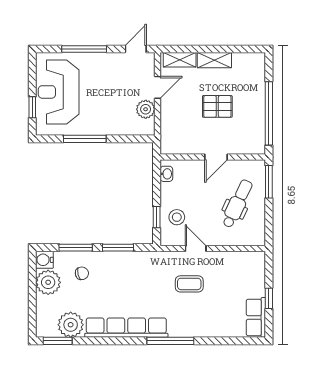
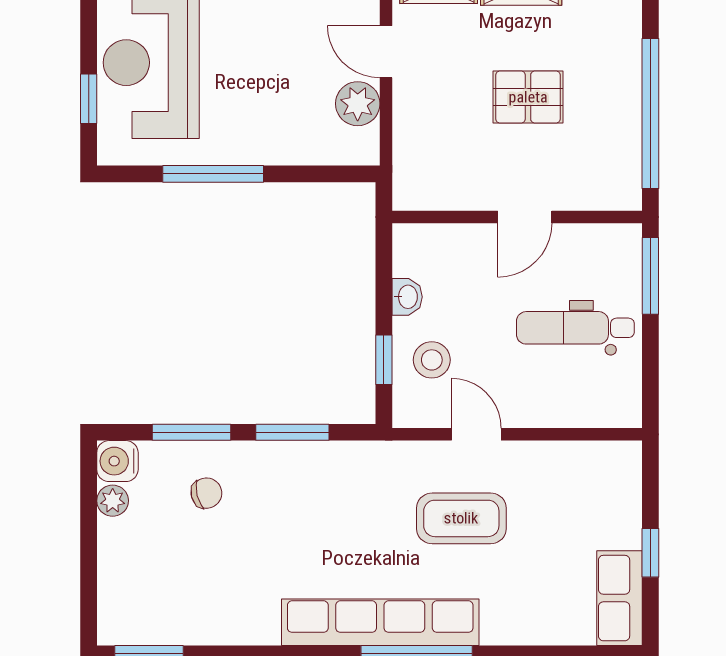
door: (157, 87) -> (386, 52), swing flipped
washbasin: (166, 174) -> (407, 297), moved
dental chair: (237, 204) -> (575, 328), turned -115
plant: (48, 282) -> (113, 501), width x0.53, depth x0.53
coffee table: (189, 284) -> (461, 518), width x1.36, depth x1.30
plant: (71, 325) -> (180, 615), removed
row of seats: (126, 328) -> (380, 622), moved

